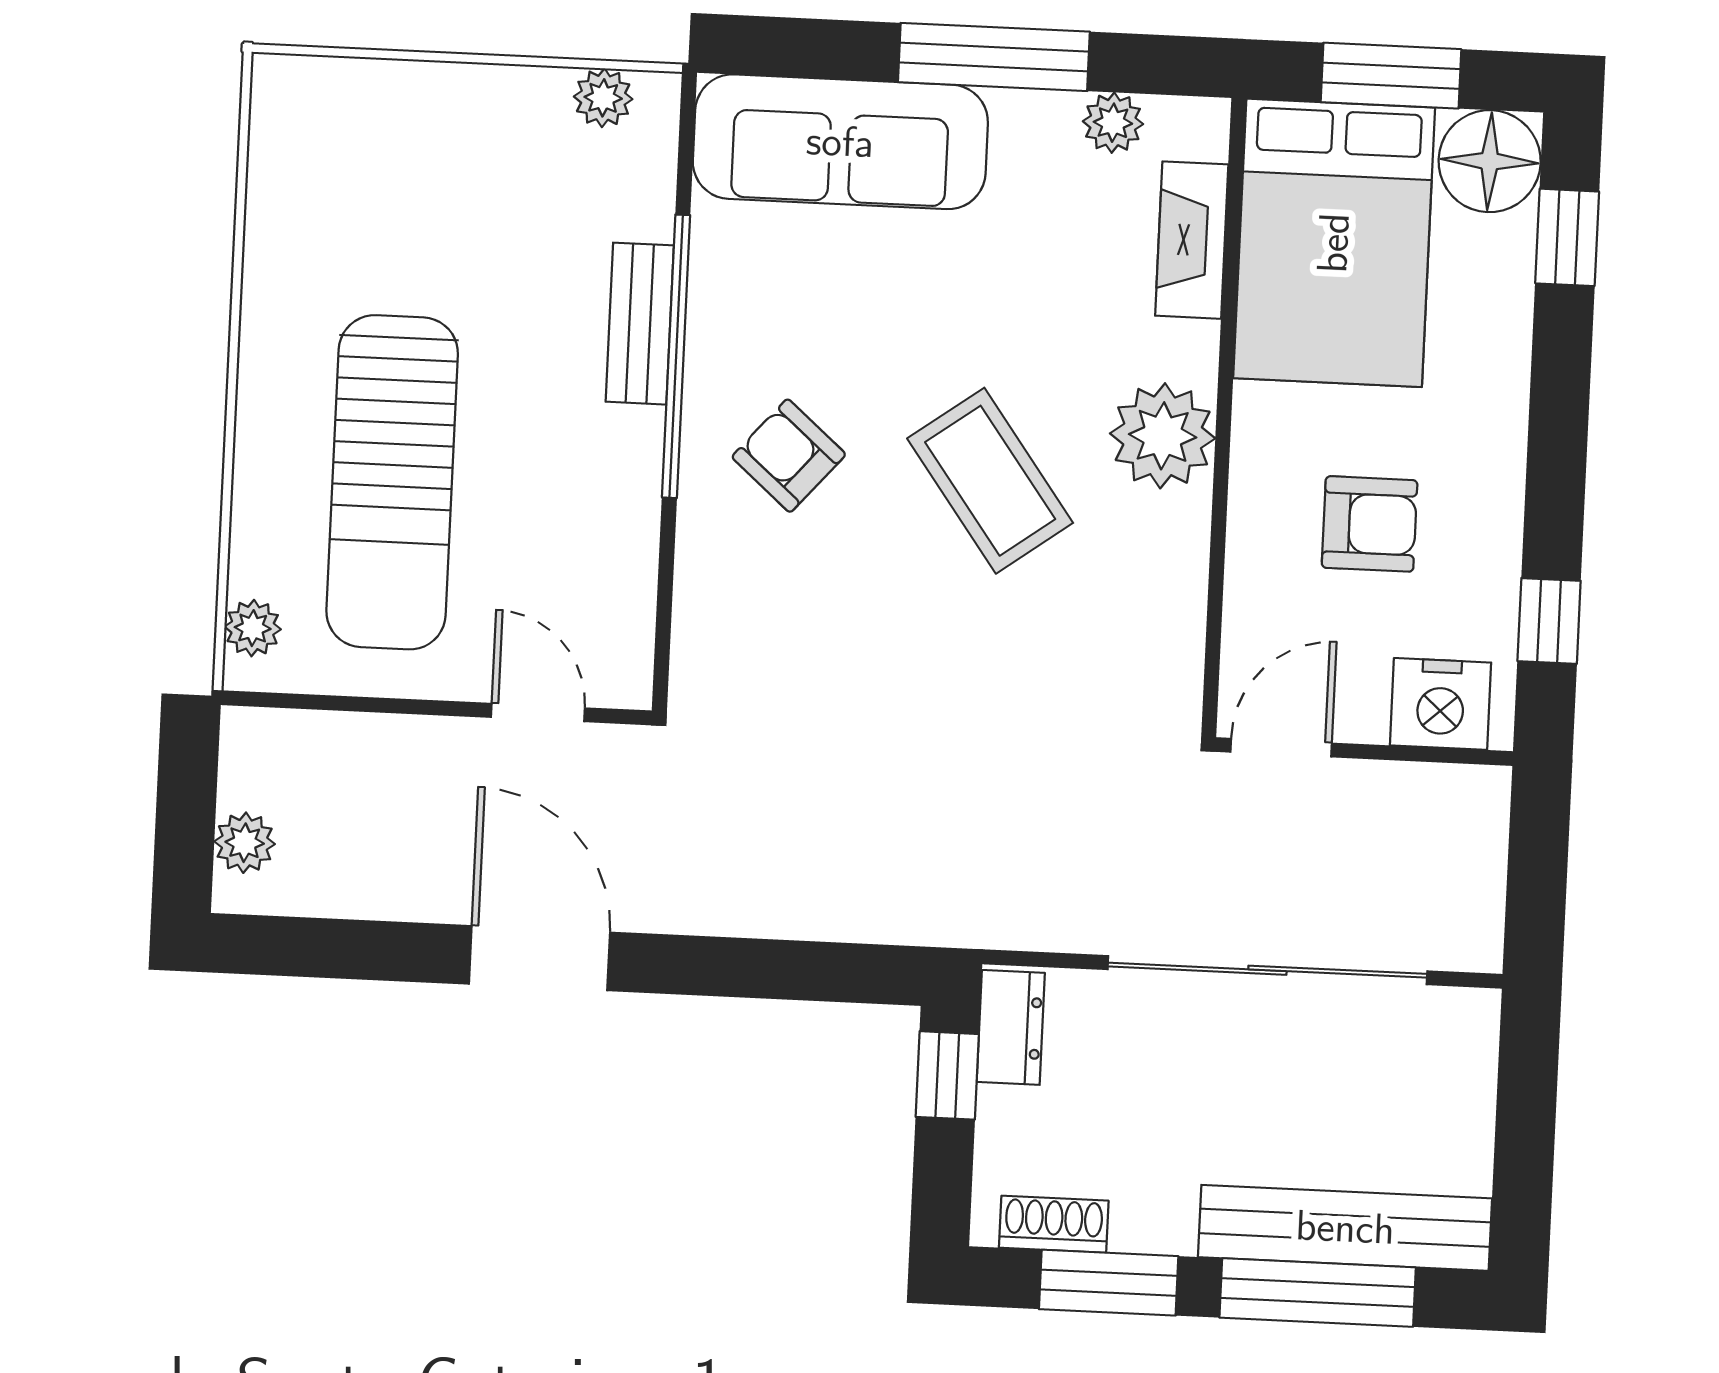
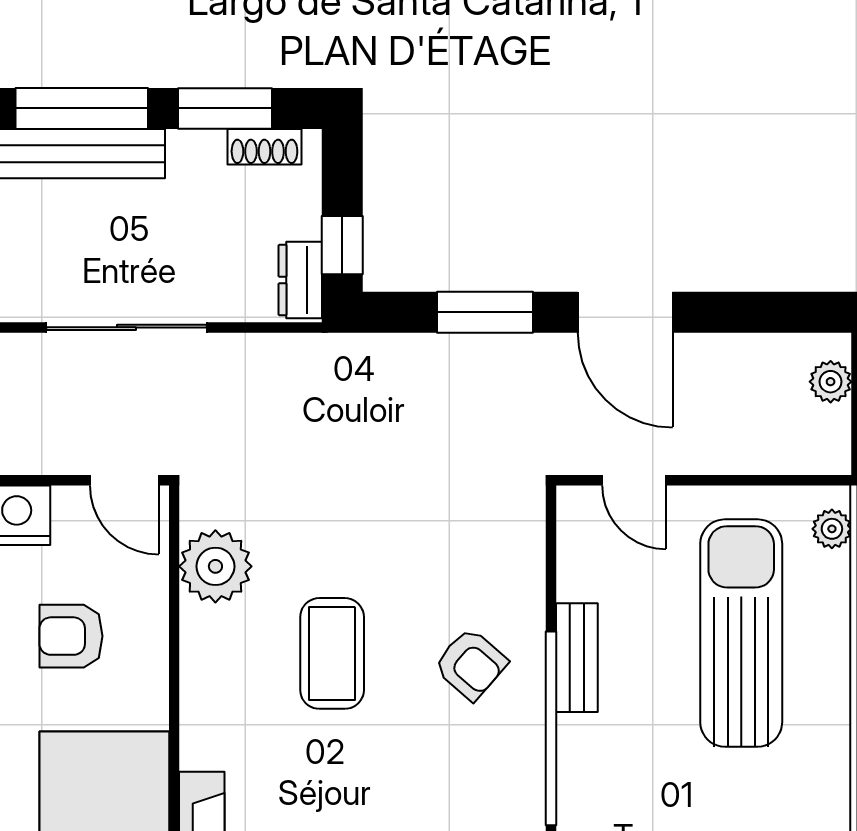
bench: (640, 324) -> (577, 658), moved
plant: (1163, 436) -> (215, 566), moved
coffee table: (990, 481) -> (332, 653), turned 36
door: (1281, 748) -> (124, 480), hinge flipped
window: (744, 968) -> (485, 312), added
sliding door: (1267, 970) -> (126, 327), width x0.73

